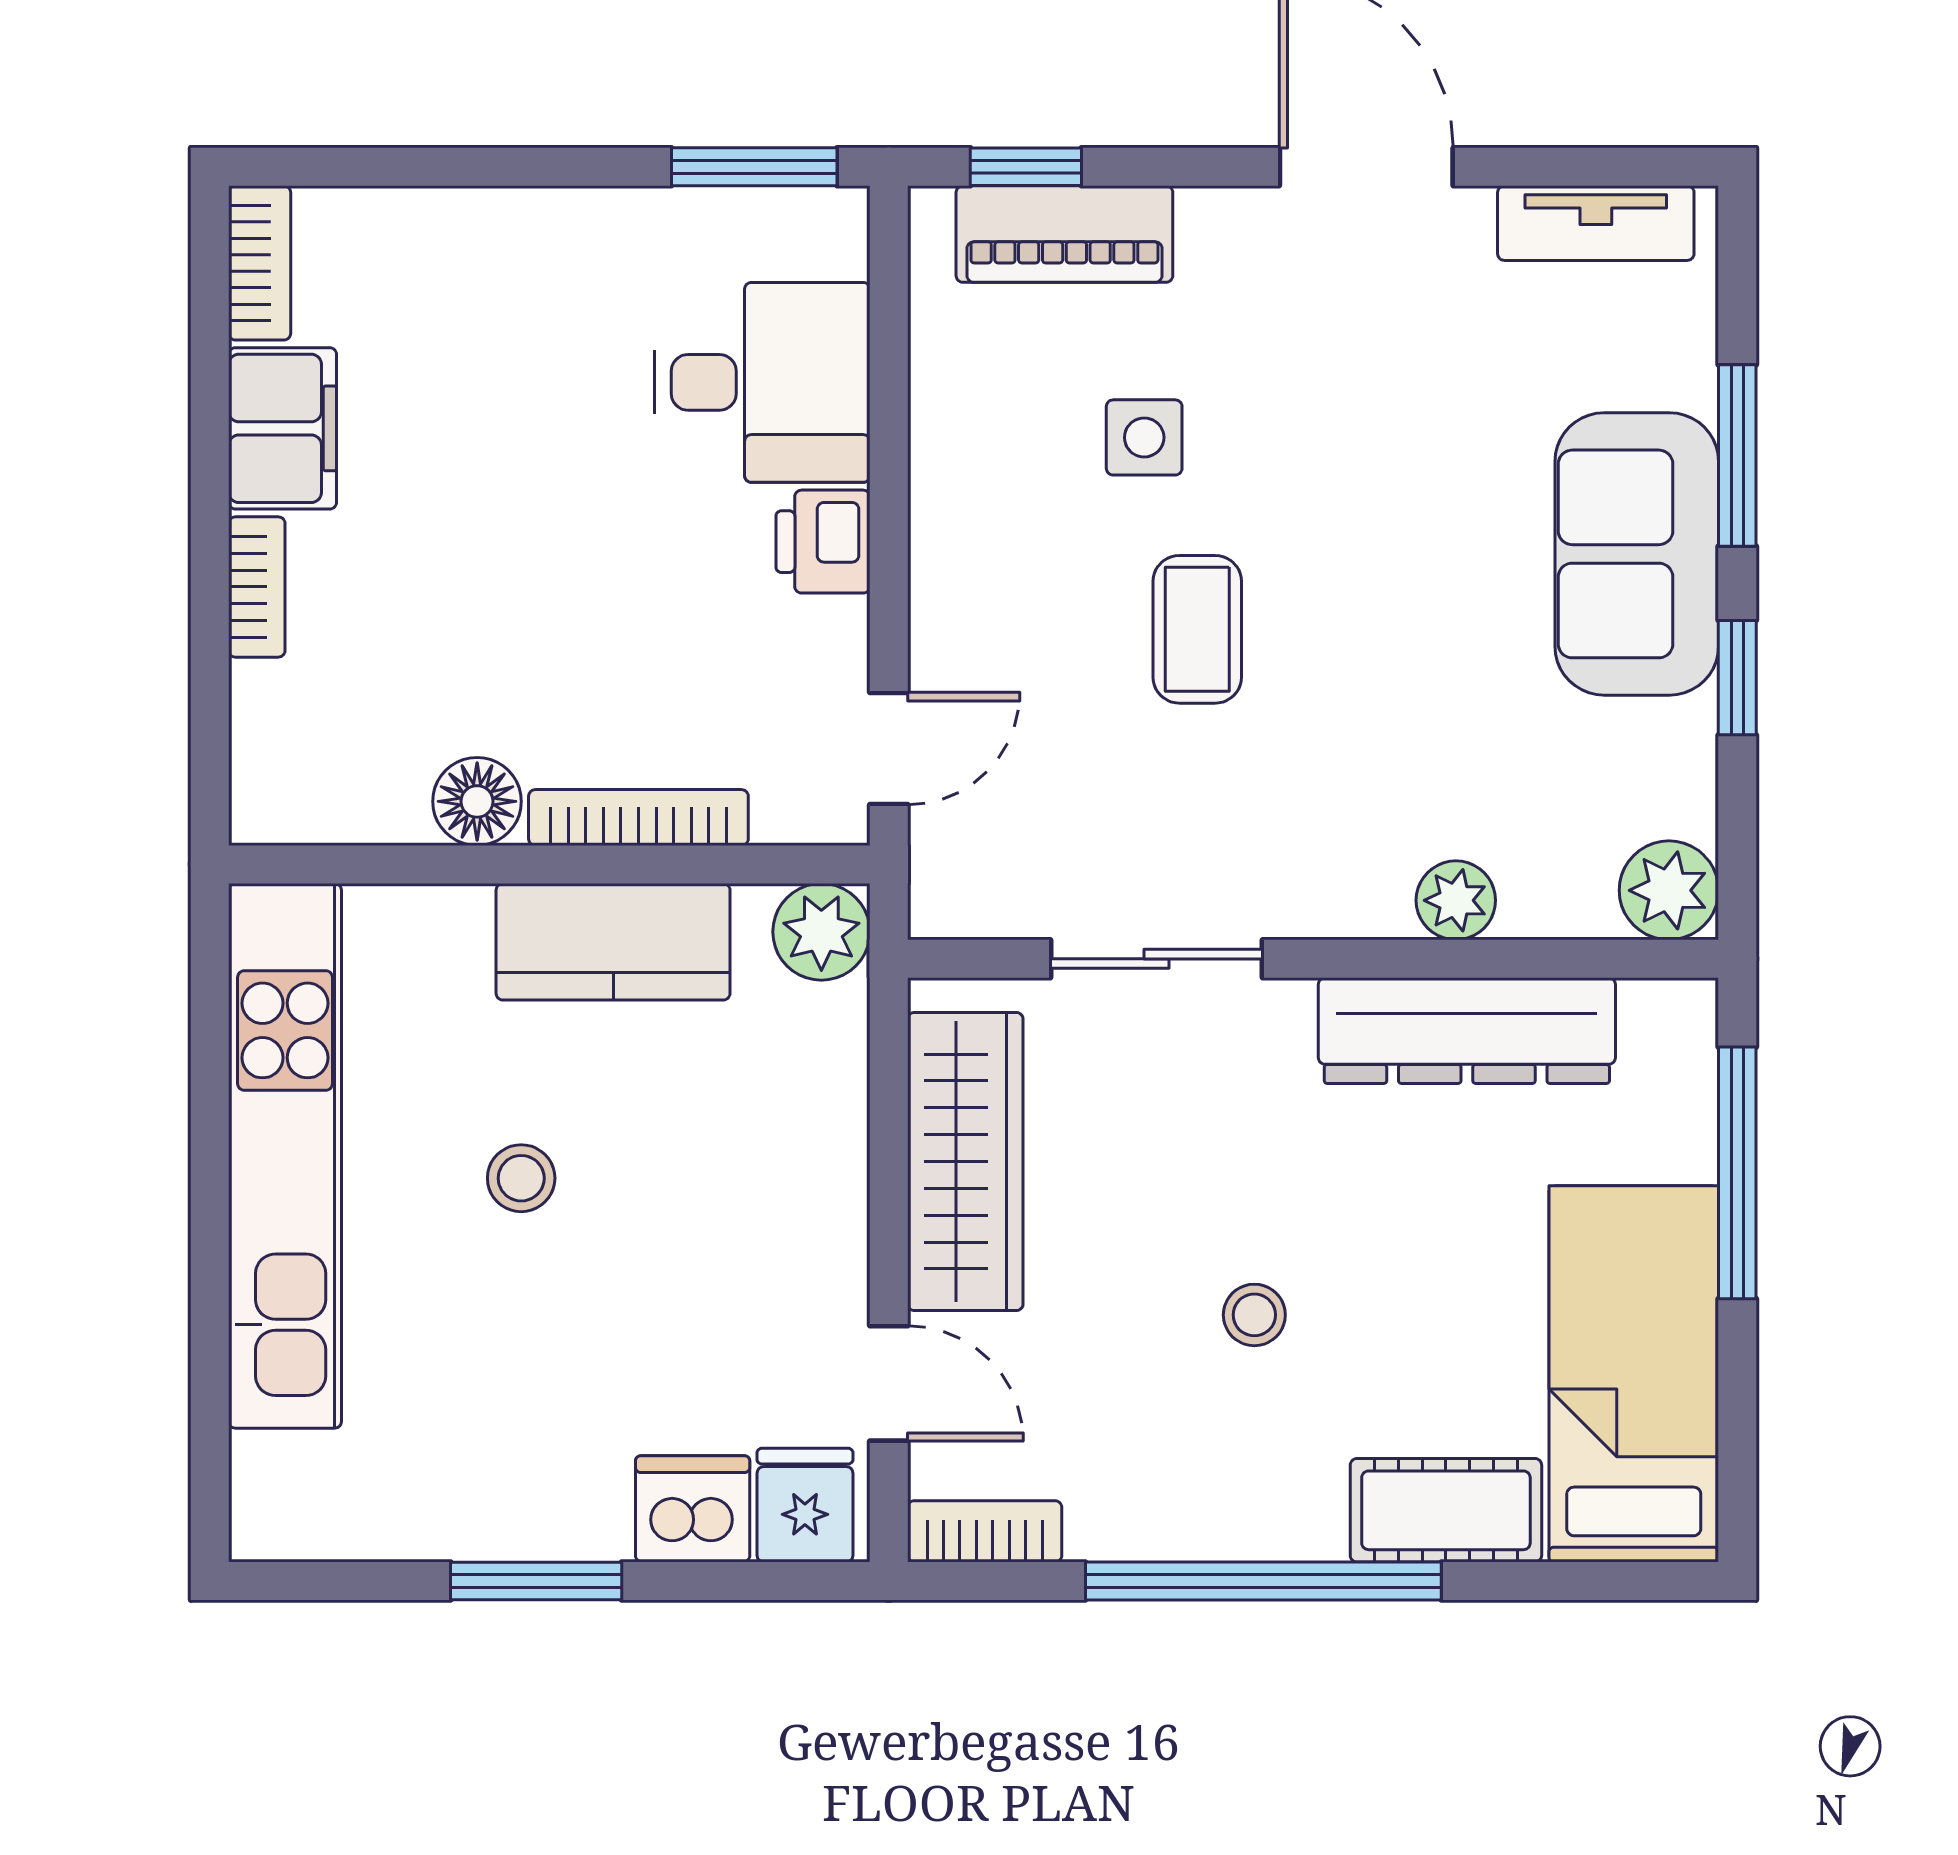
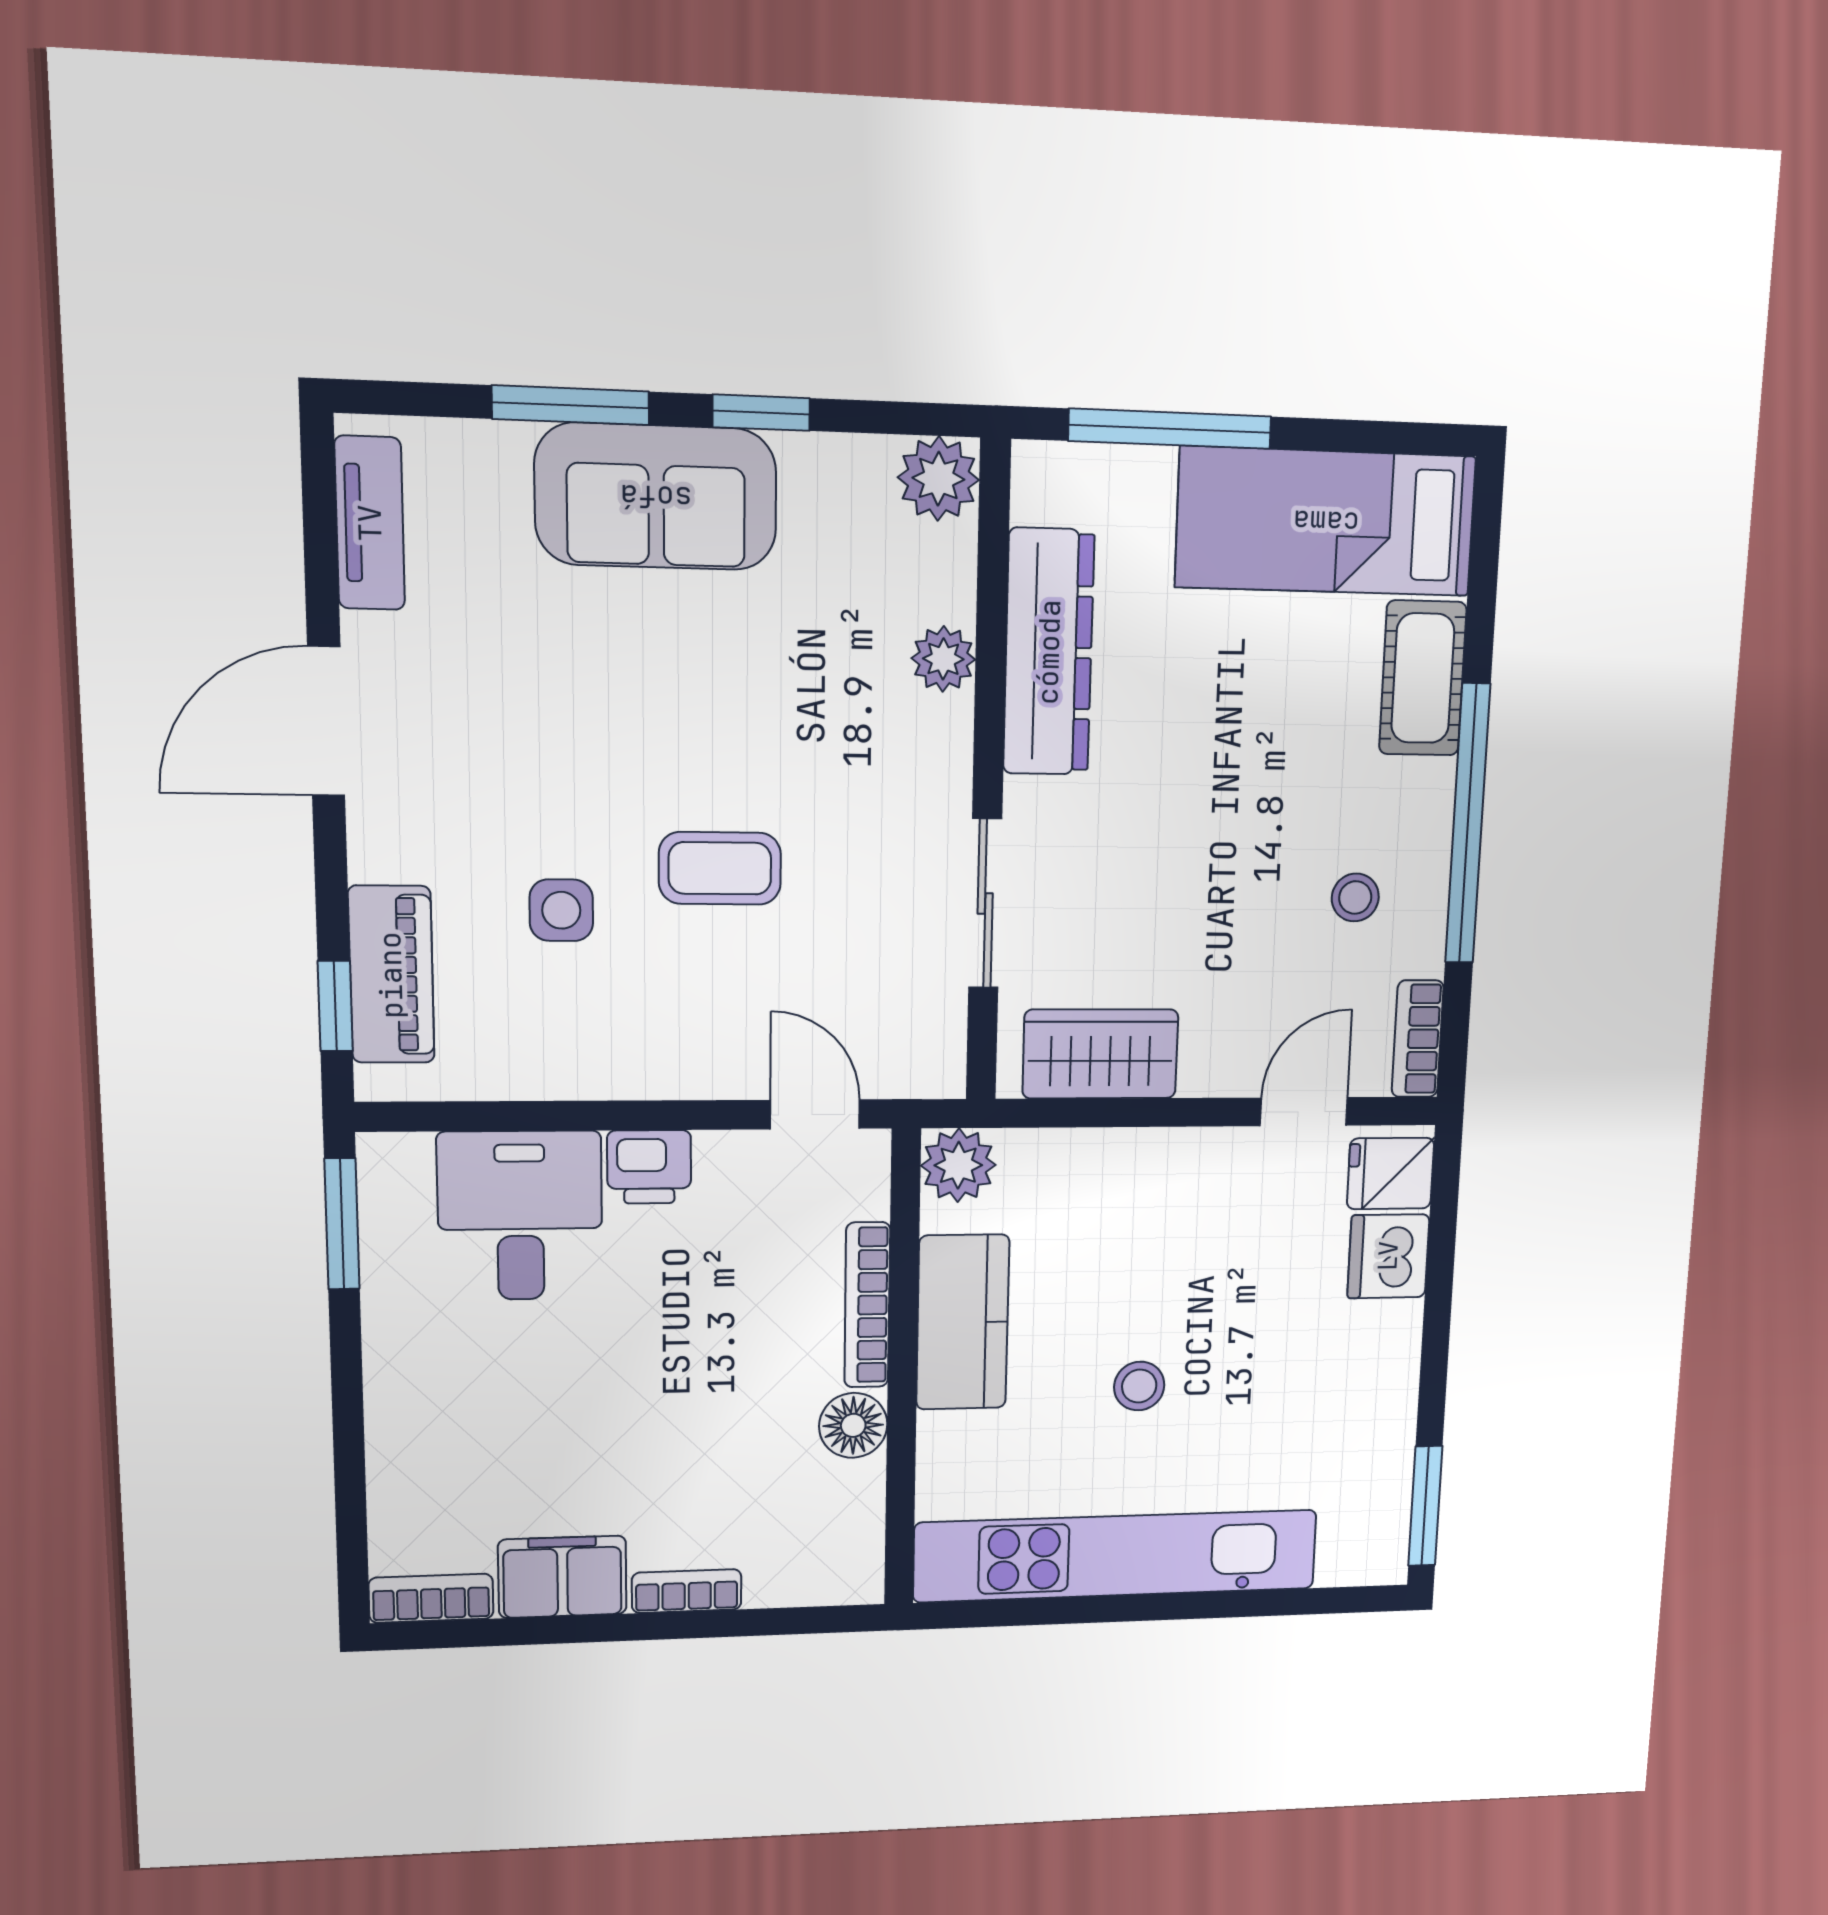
wardrobe: (965, 1162) -> (1100, 1054), width x0.67
stool: (1254, 1315) -> (1355, 897), moved
window: (536, 1581) -> (1425, 1506), moved

